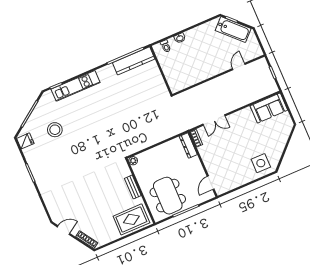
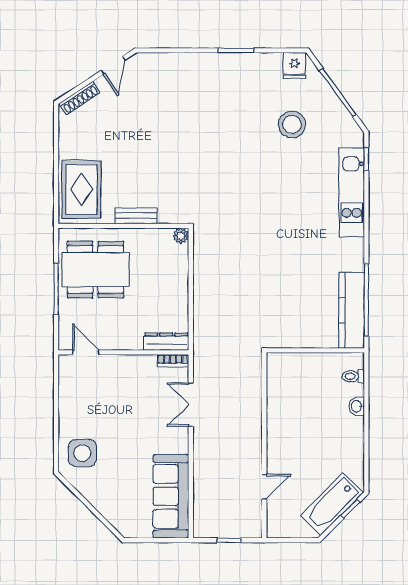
door: (239, 67) -> (264, 486), hinge flipped
sofa: (269, 108) -> (171, 496), width x1.36

